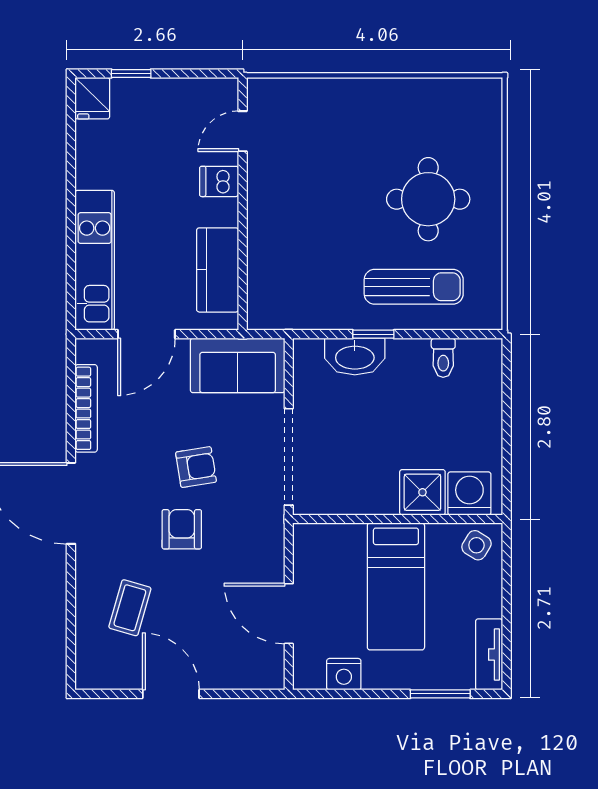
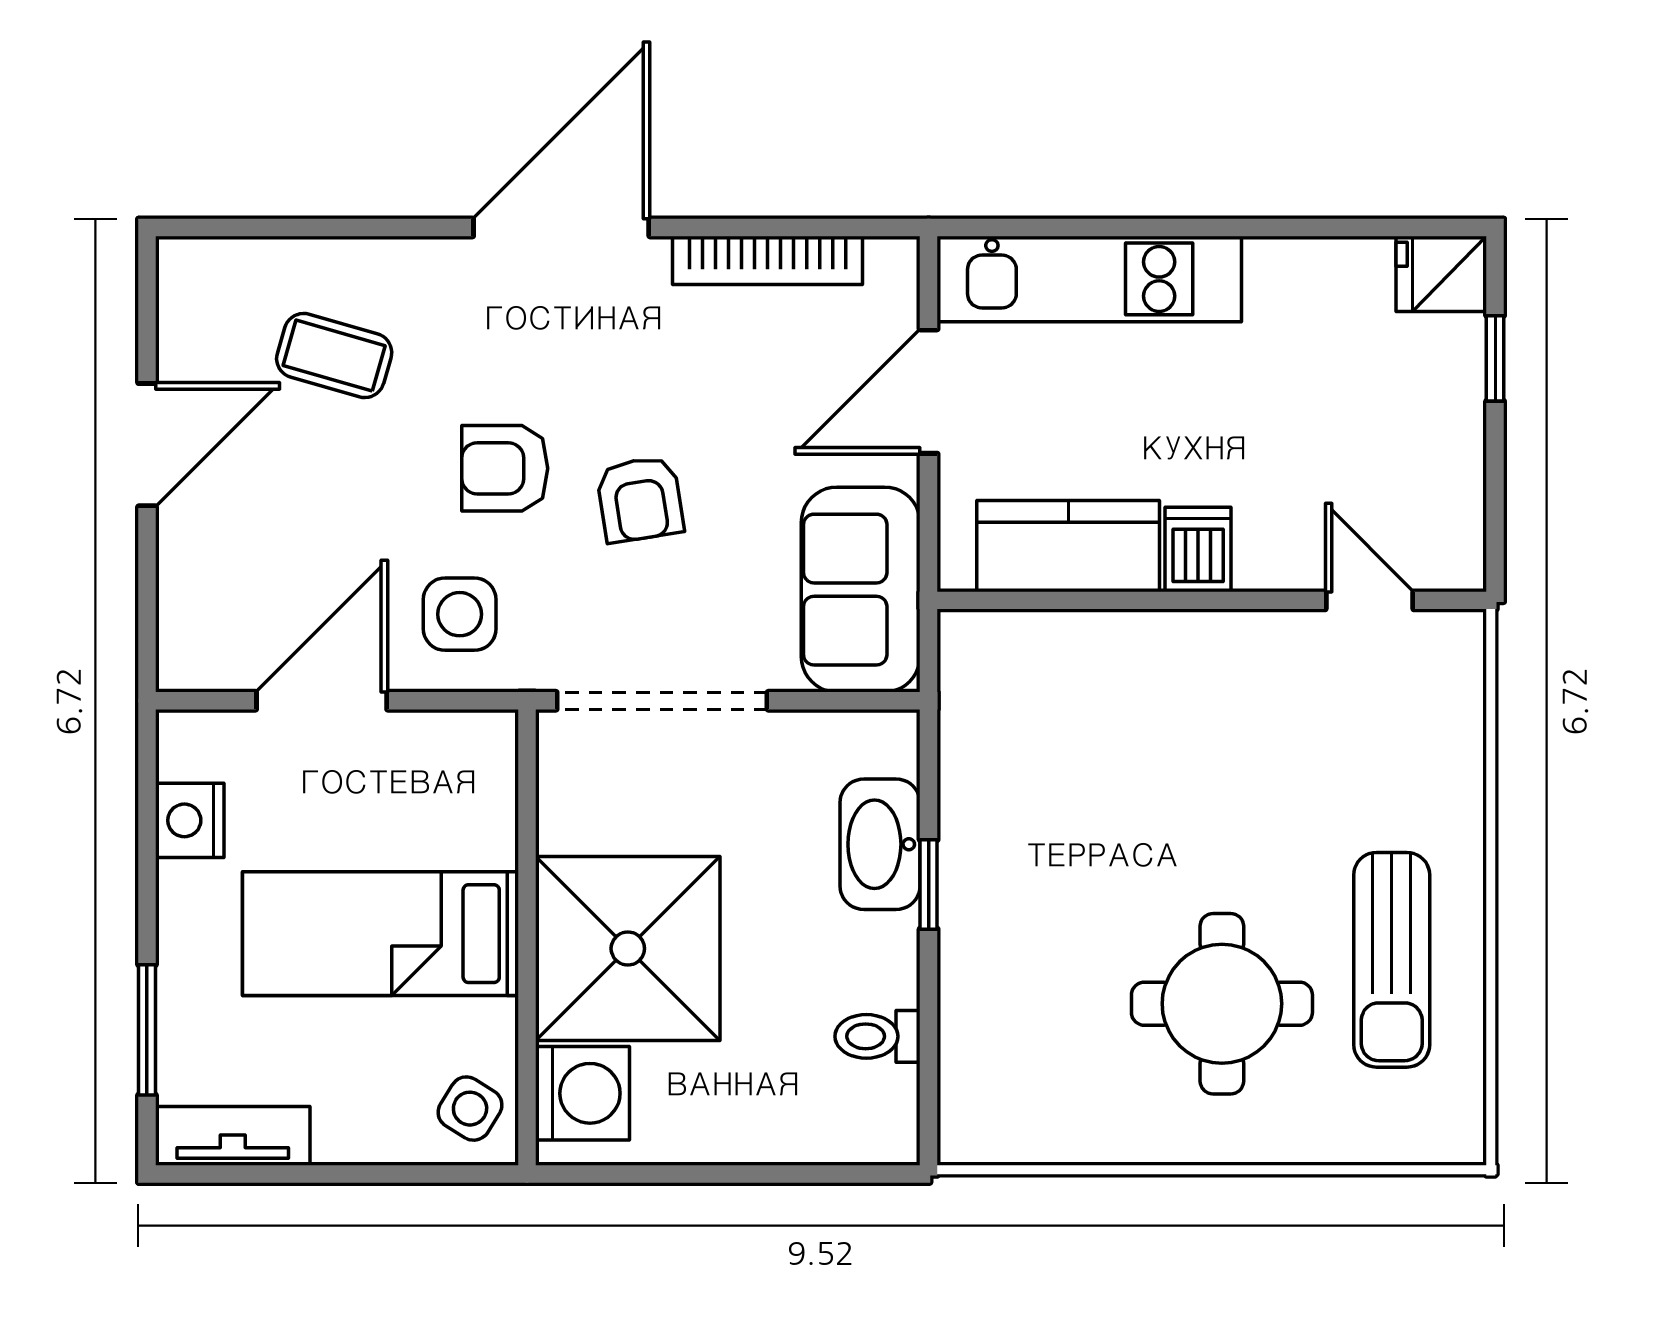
dishwasher: (219, 181) -> (1198, 549), moved
sun lounger: (414, 287) -> (1392, 960), moved
door: (146, 334) -> (929, 392), hinge flipped
shower: (422, 492) -> (628, 949), width x1.86, depth x1.86
armchair: (182, 529) -> (505, 468), turned 180
side table: (249, 550) -> (460, 614), added

